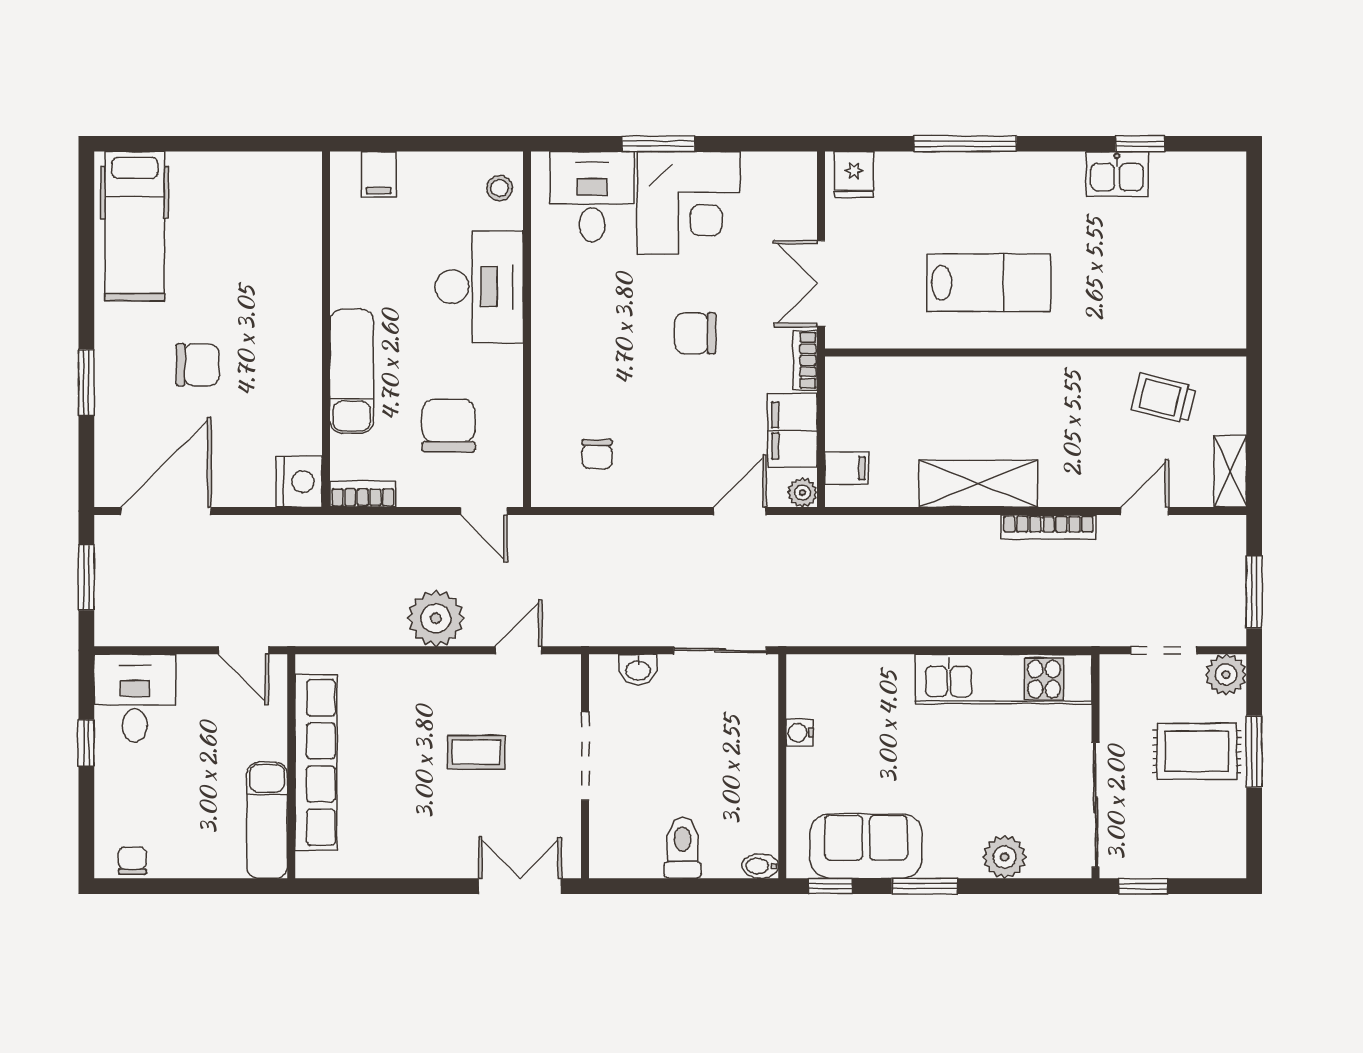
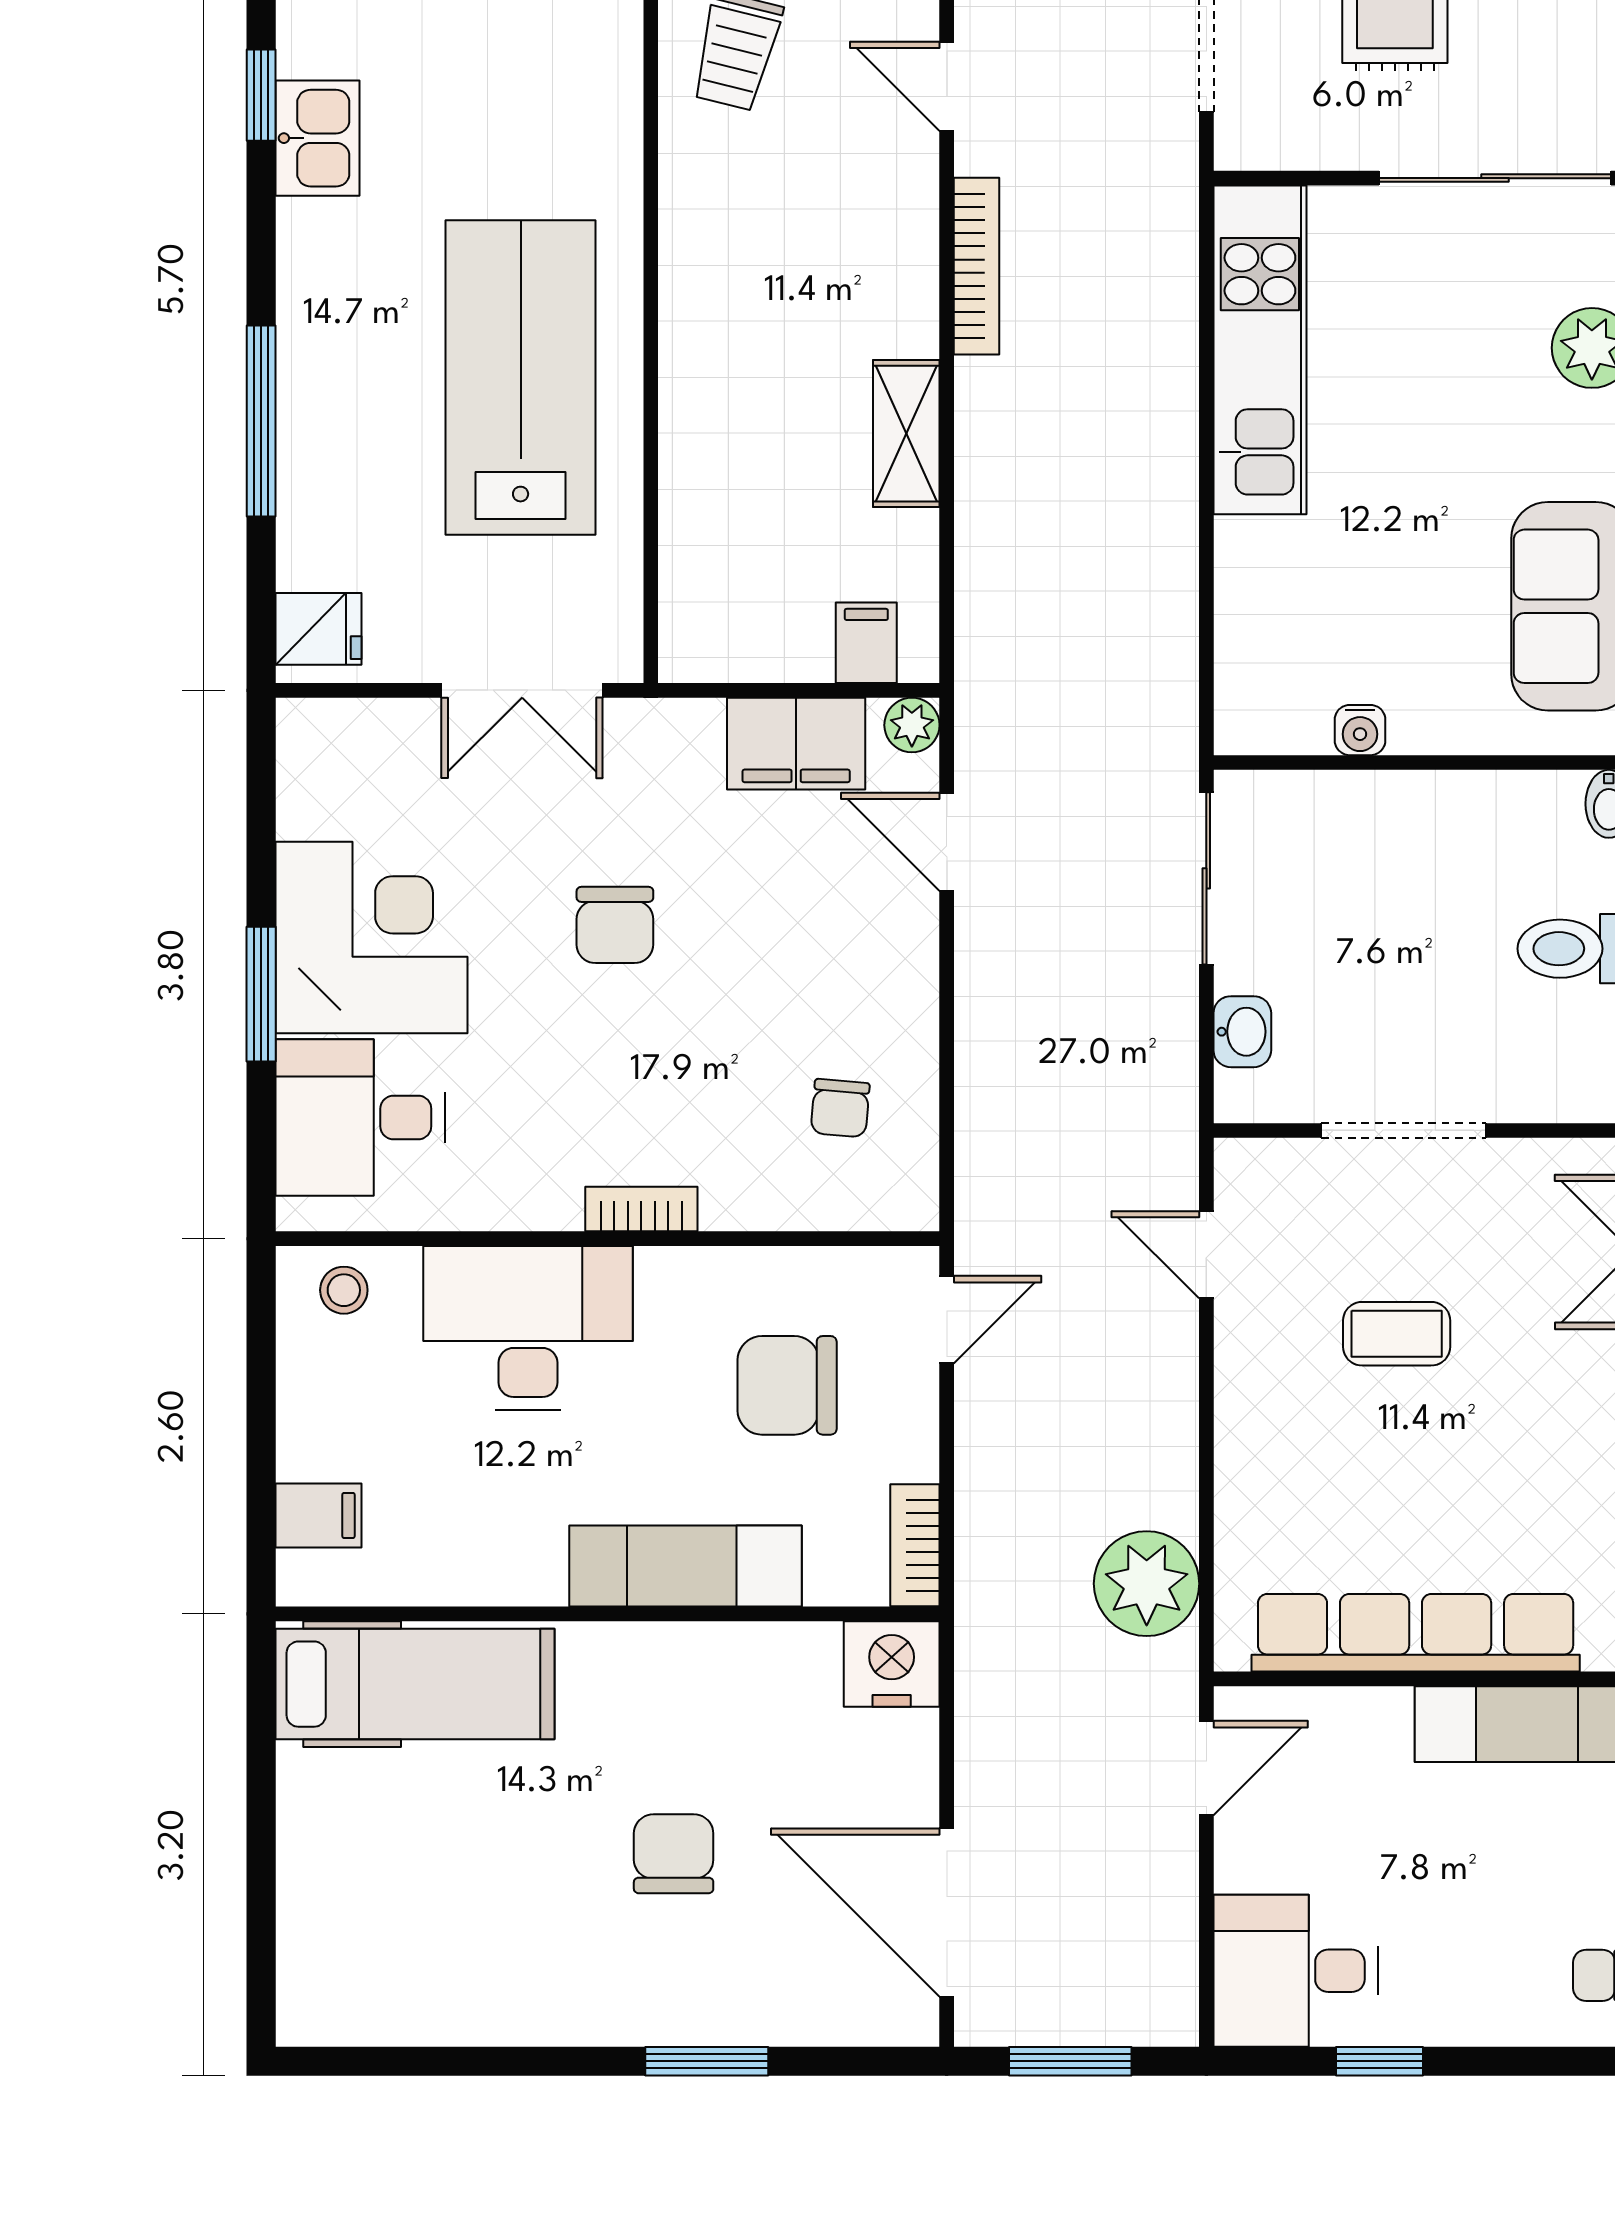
hospital bed: (135, 226) -> (415, 1684), moved
lab bench: (989, 283) -> (521, 378), width x1.36, depth x1.39
bookcase: (805, 360) -> (641, 1209), moved, turned 180
chair: (597, 454) -> (840, 1108), turned 95
shelving: (978, 484) -> (906, 434), width x0.67, depth x0.75
plant: (436, 618) -> (1147, 1584), moved
coffee table: (476, 752) -> (1397, 1334), turned 90

